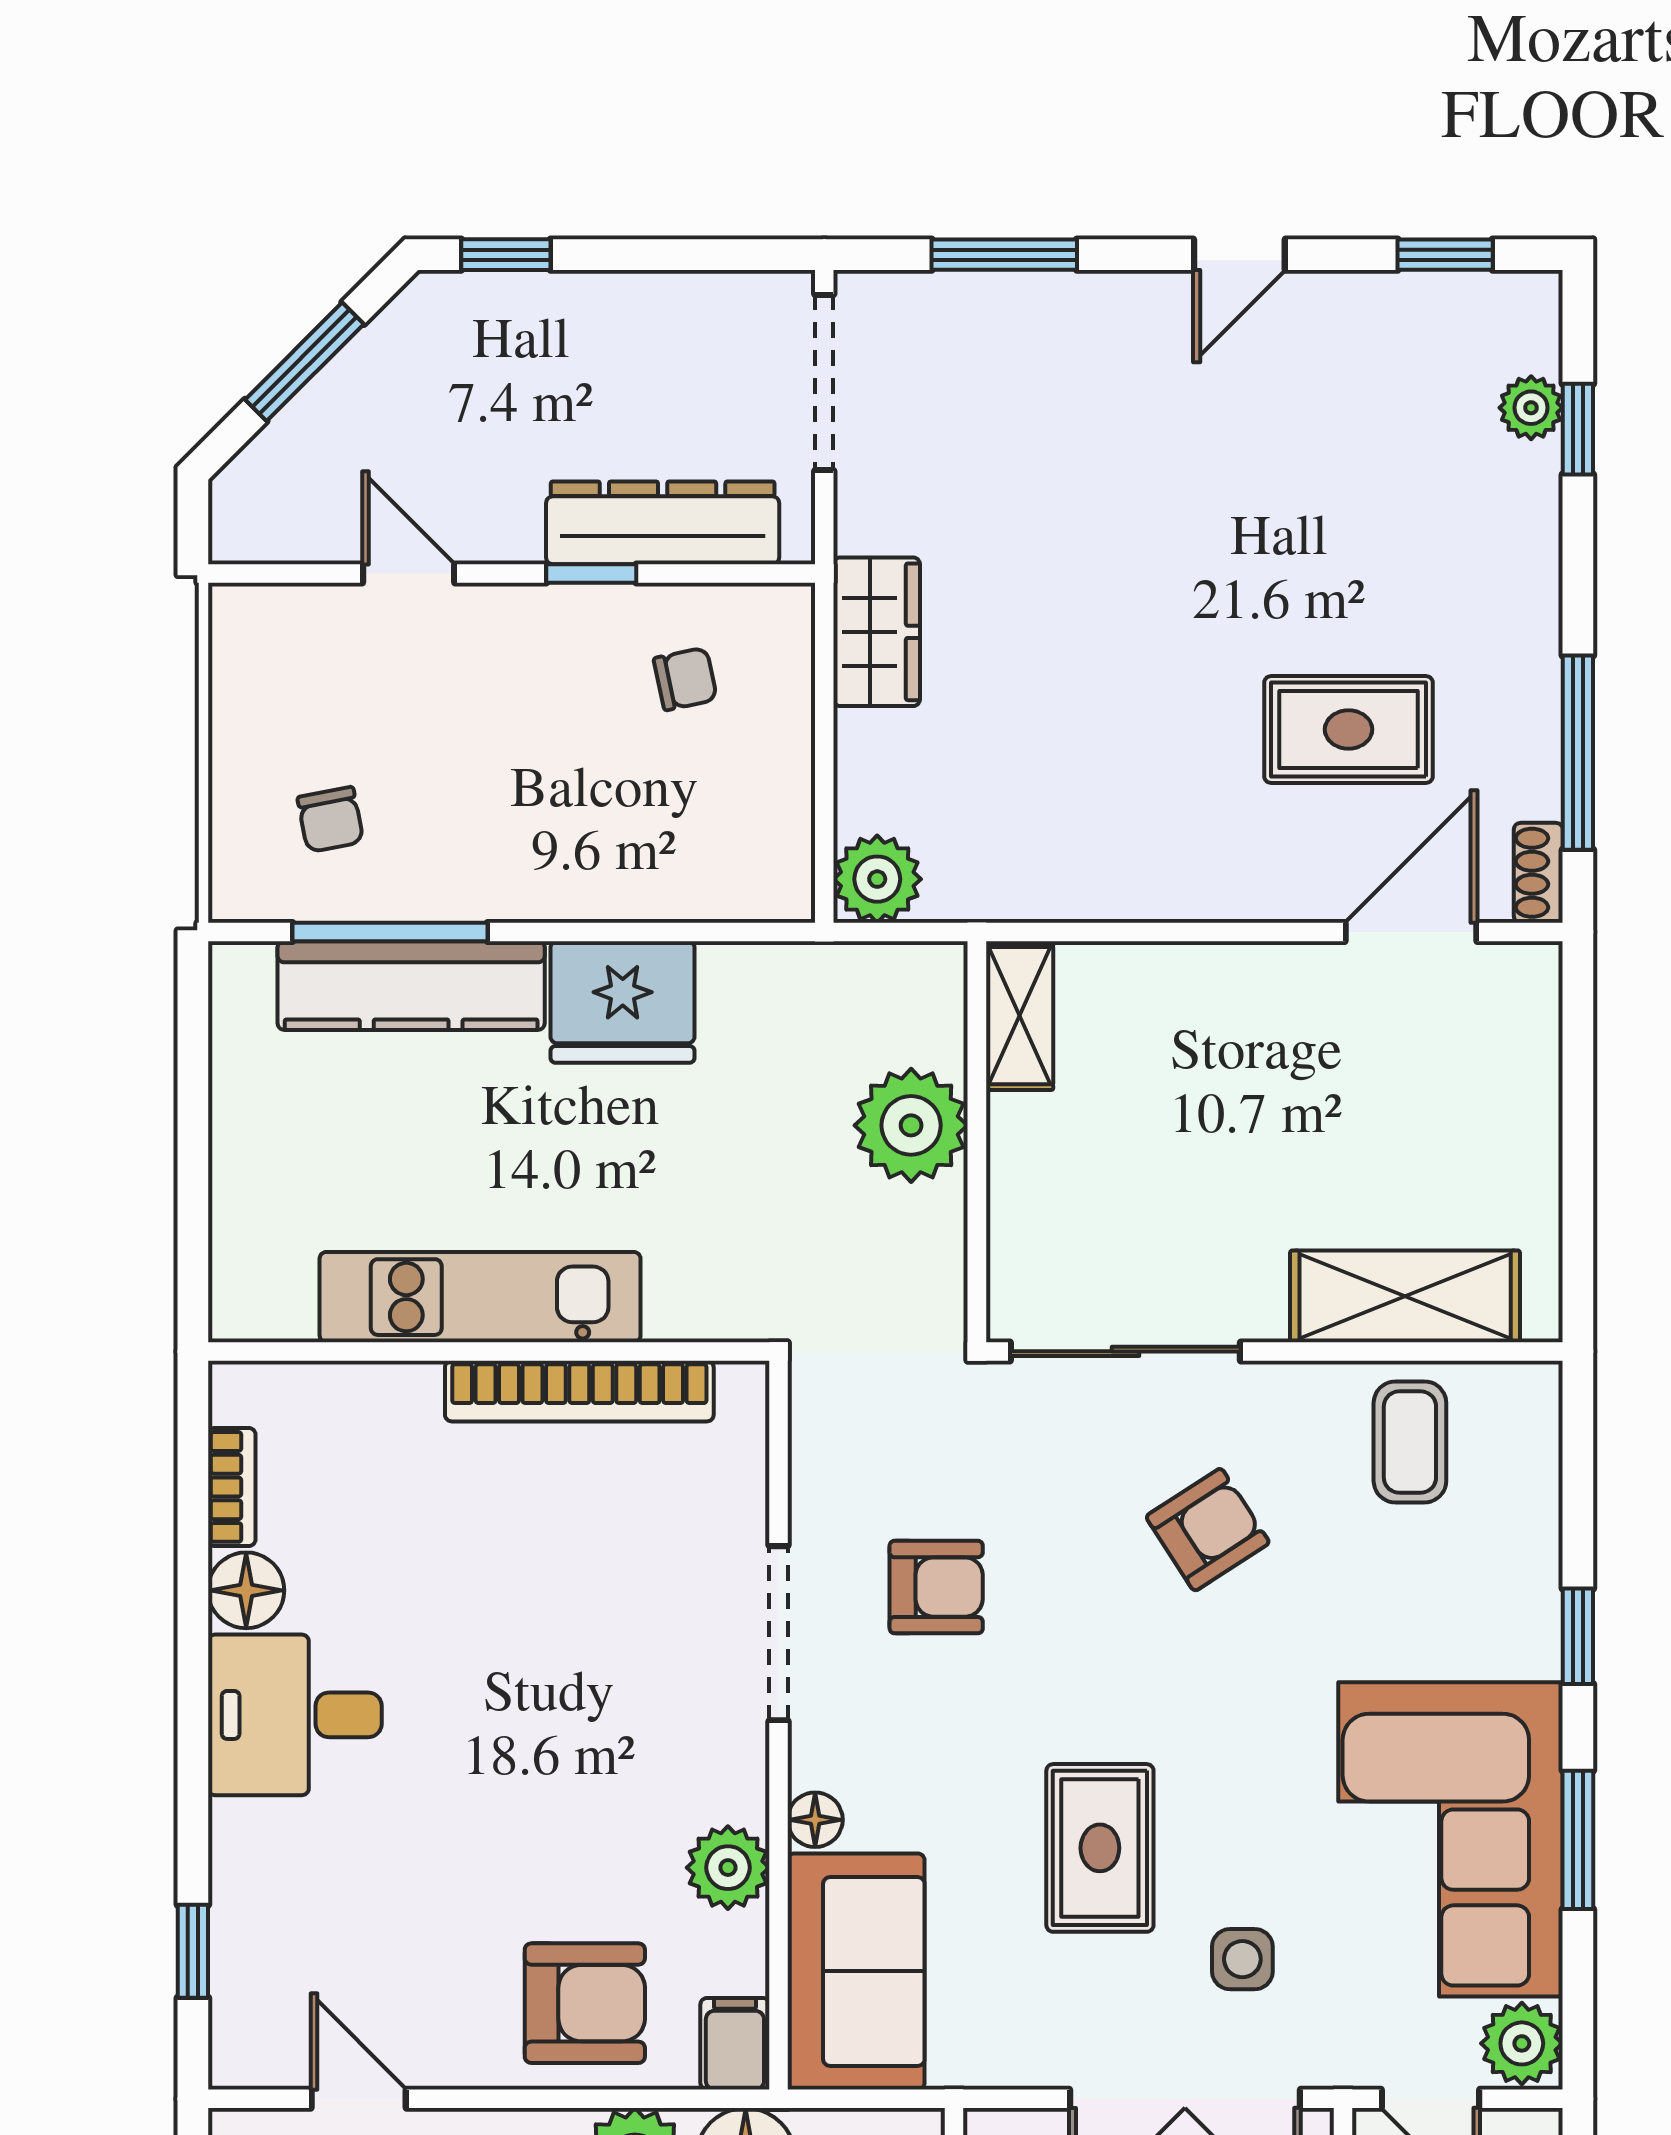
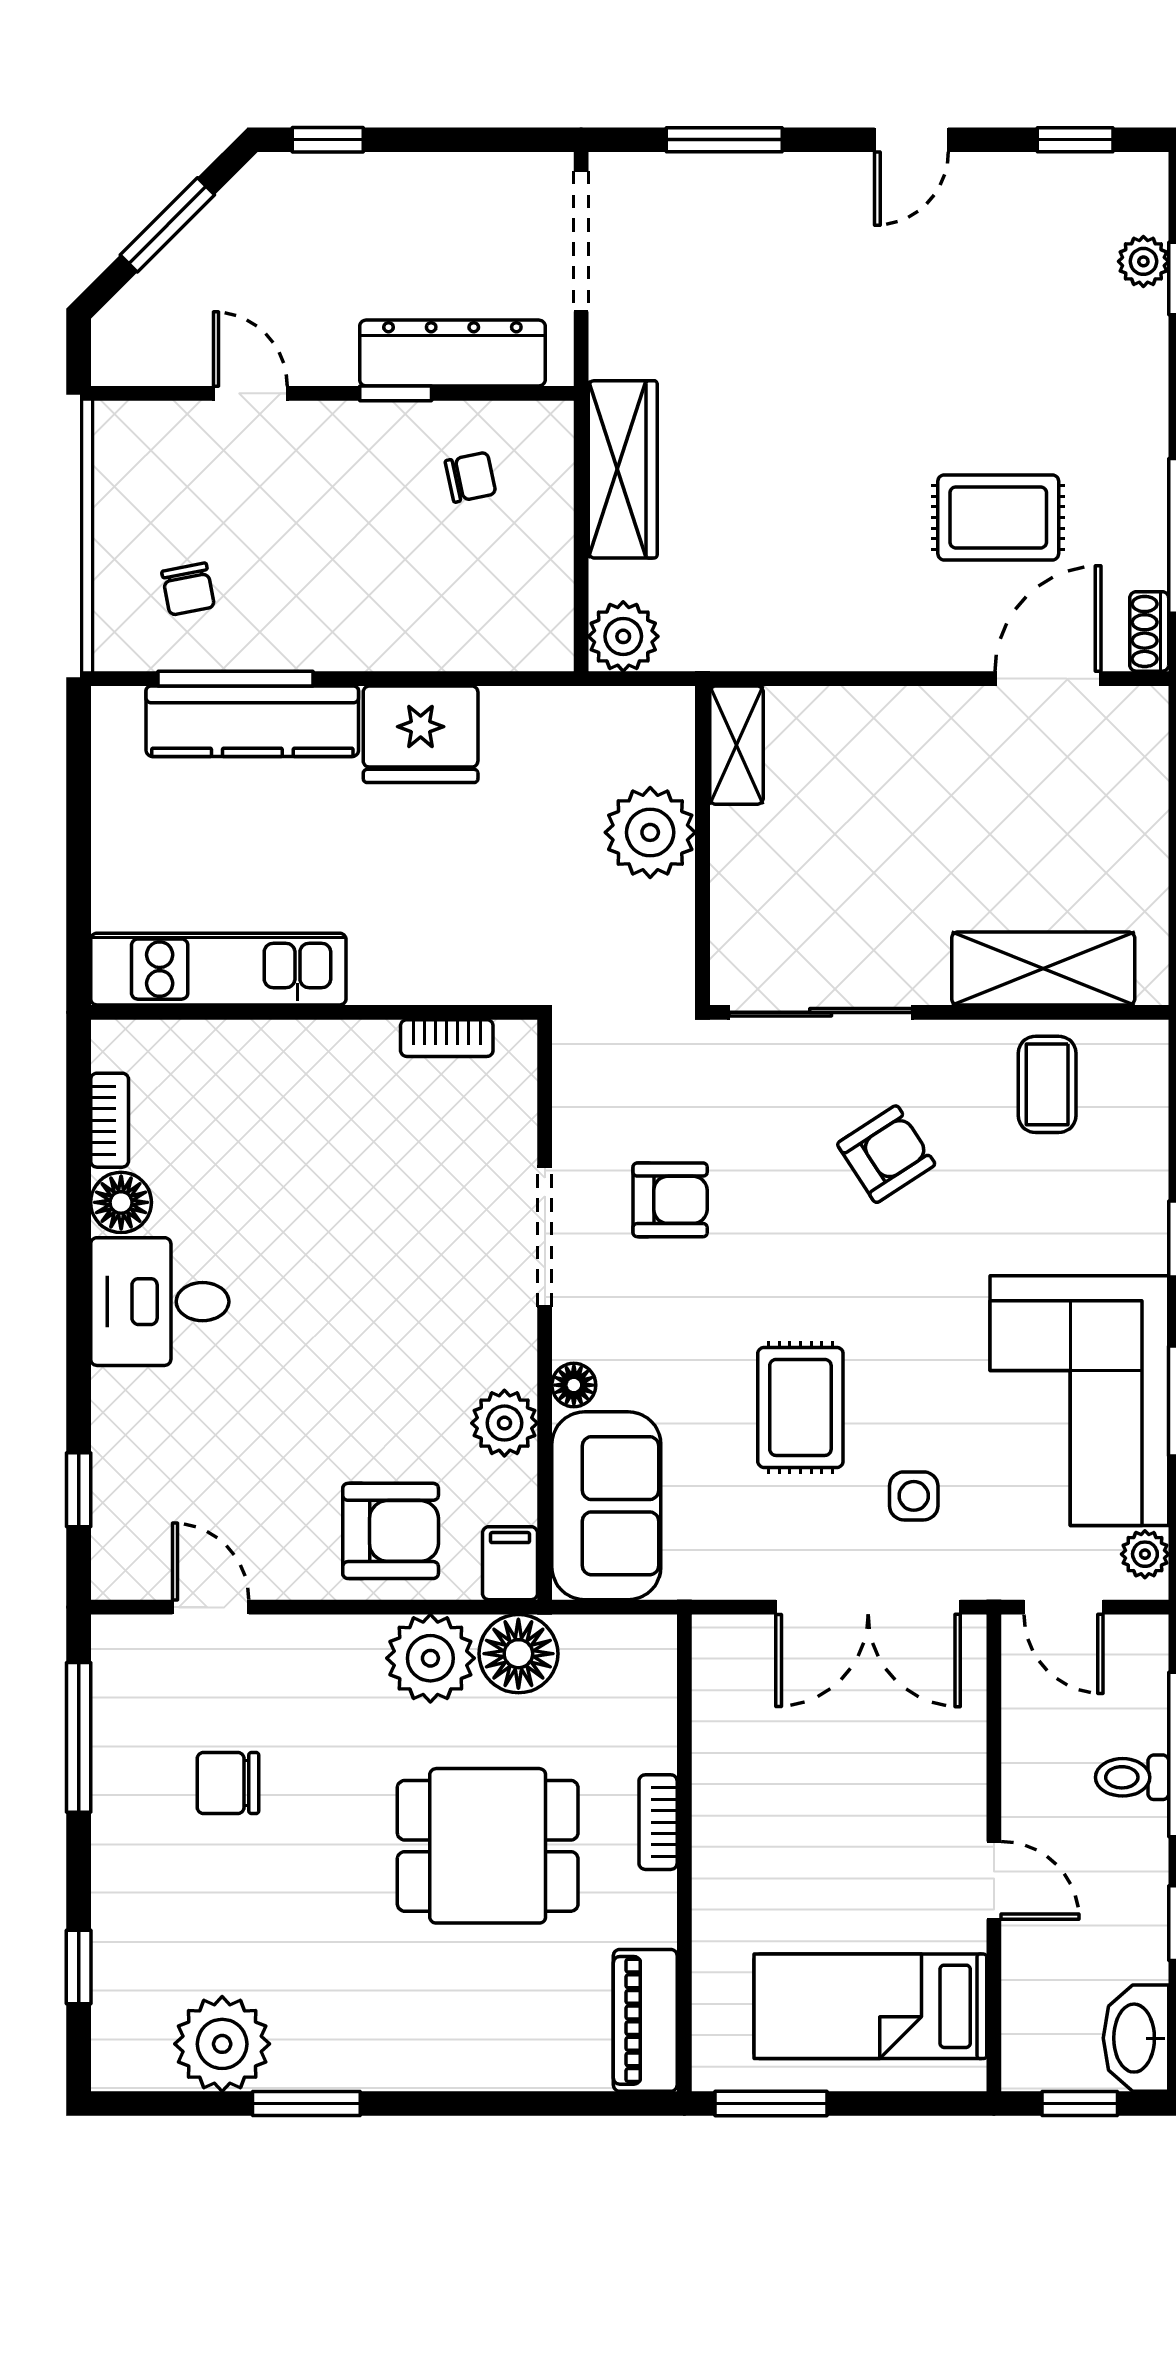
wardrobe: (877, 632) -> (623, 469), width x1.50
kitchen unit: (480, 1297) -> (218, 969), moved
bookcase: (579, 1391) -> (447, 1038), width x0.43, depth x0.76
plant: (1522, 2043) -> (1145, 1554), width x0.73, depth x0.73

